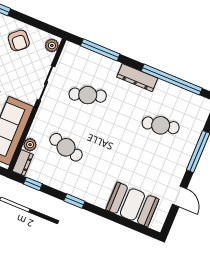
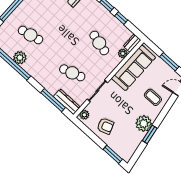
armchair: (19, 41) -> (105, 126), turned 111
dresser: (137, 78) -> (67, 102), moved
plant: (164, 90) -> (20, 58), added
window: (33, 184) -> (121, 18), moved

